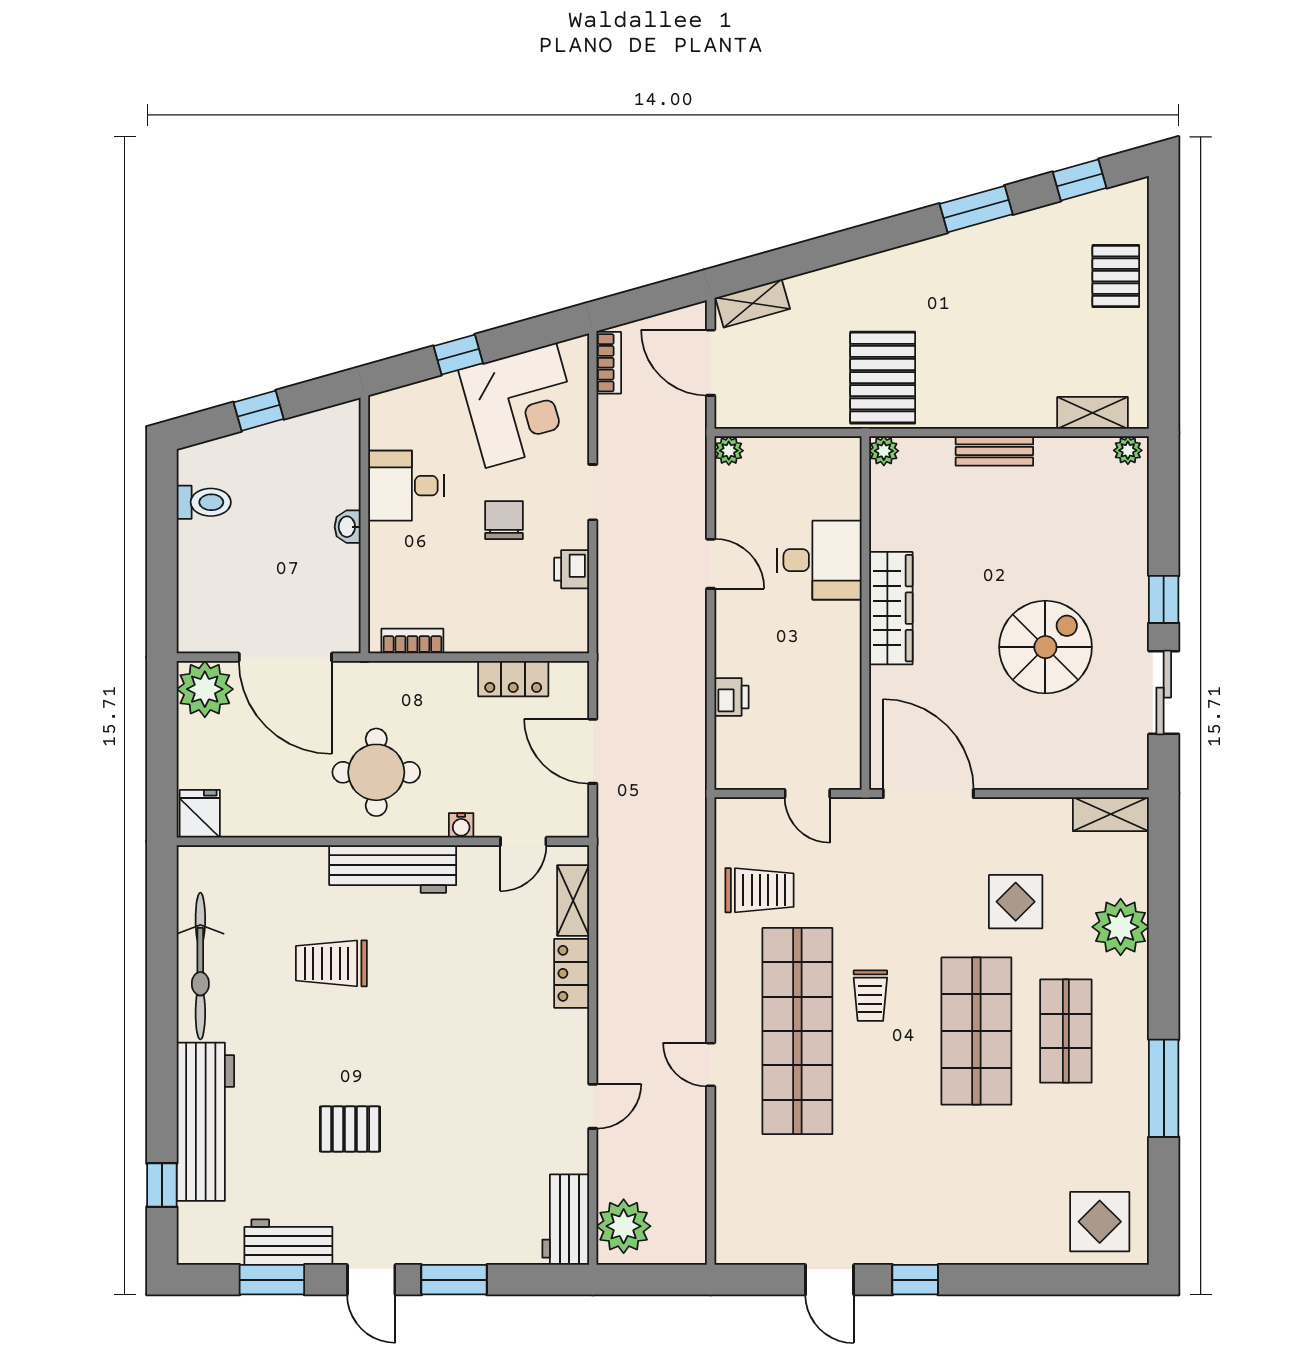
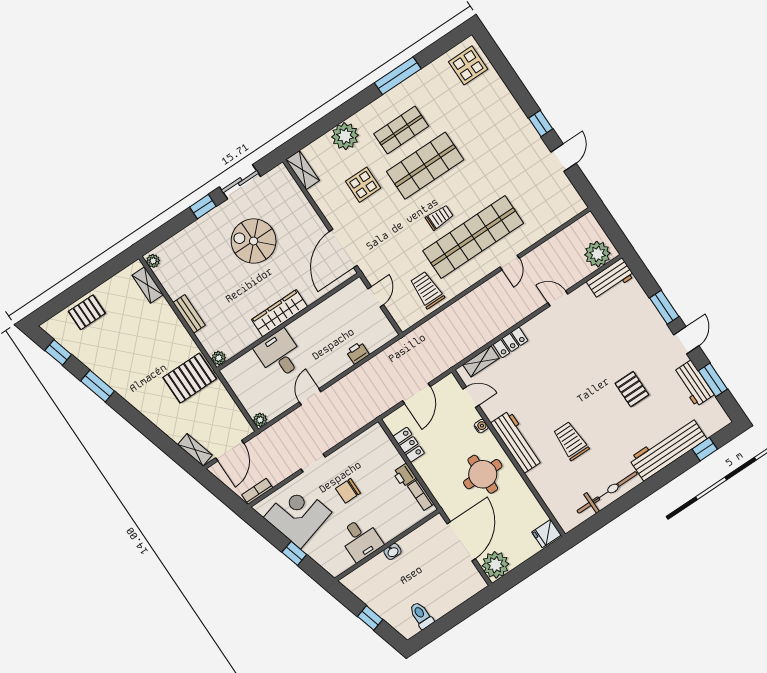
printer: (572, 569) -> (404, 475), moved, turned 90
trolley: (331, 963) -> (571, 441), turned 180

